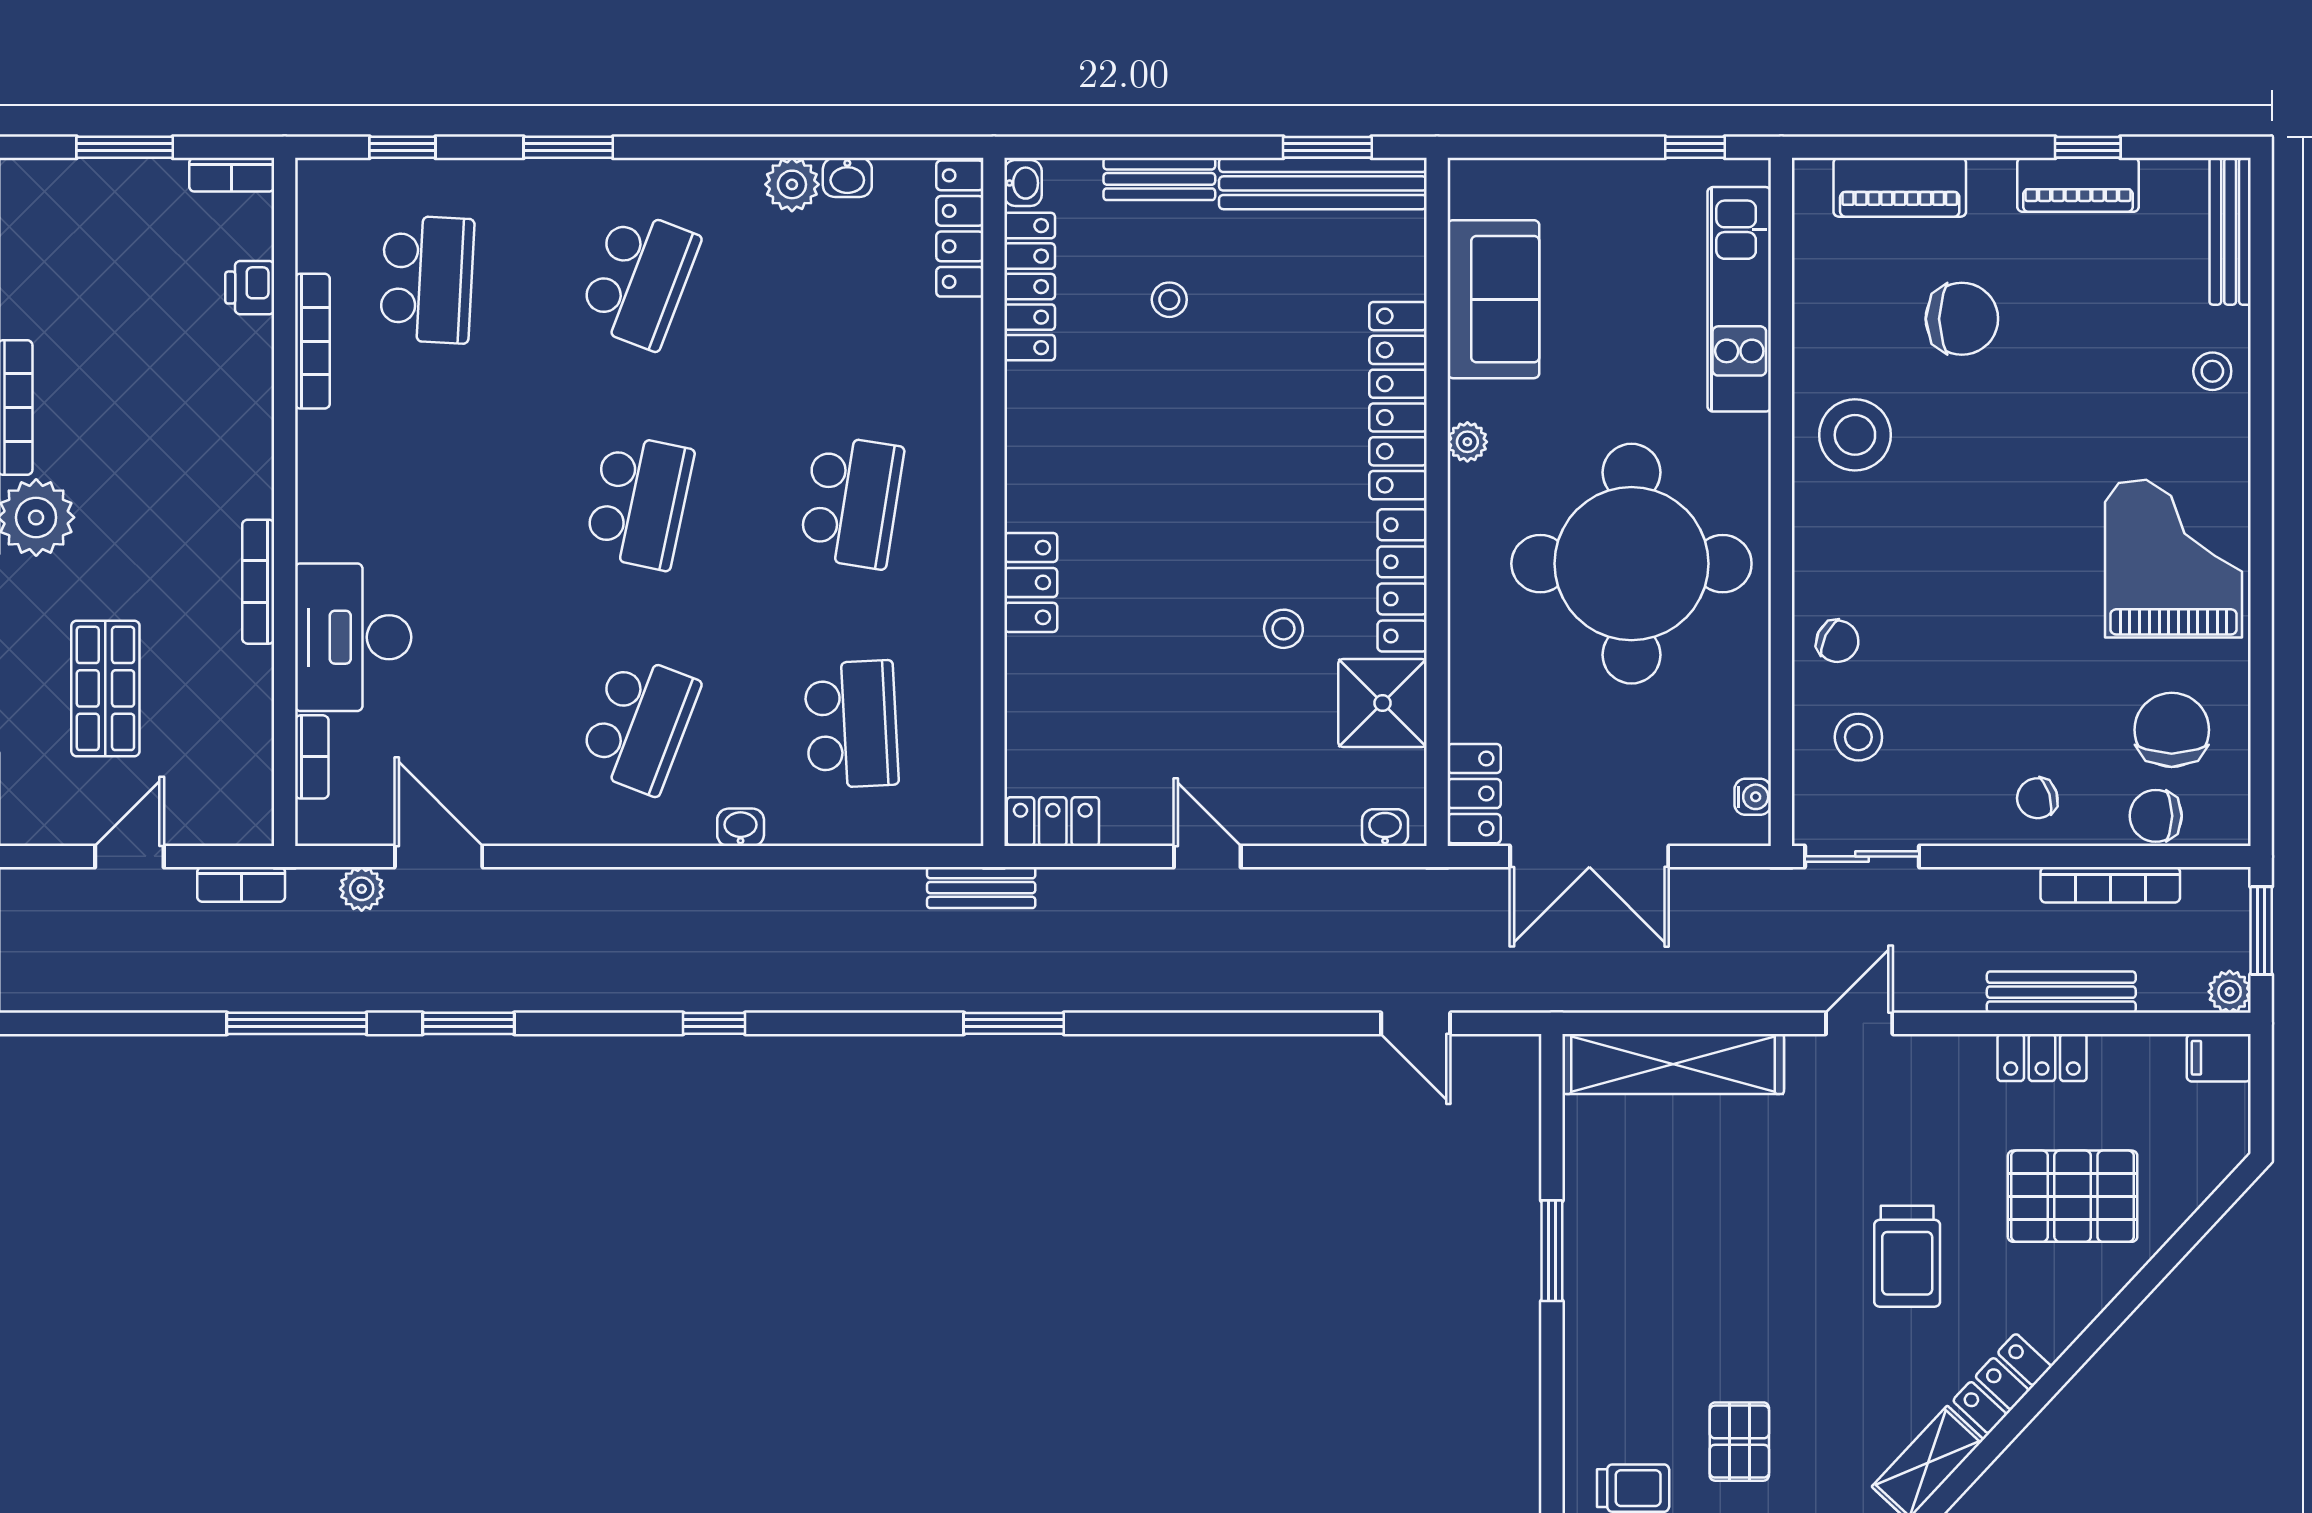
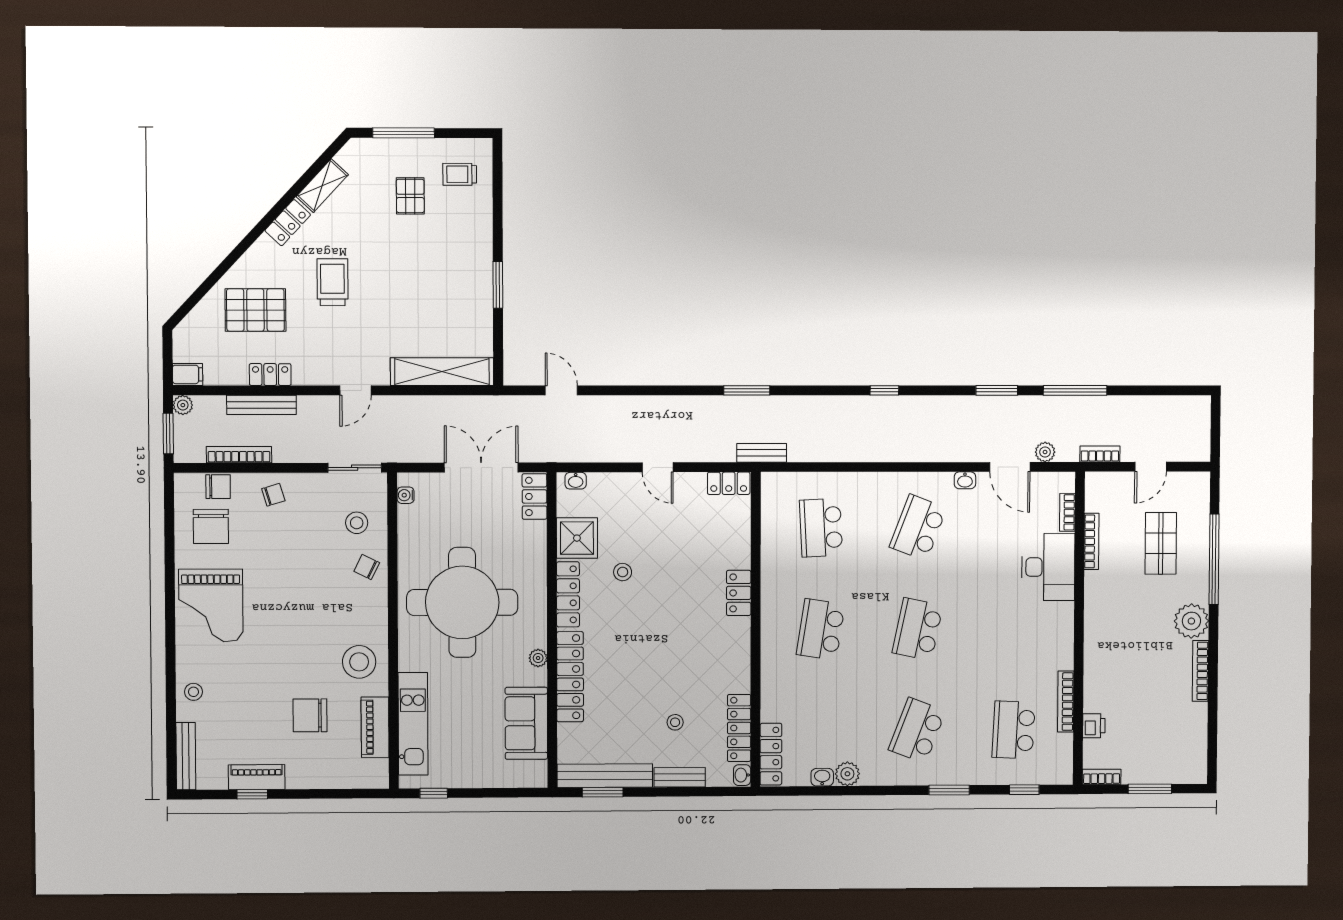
piano: (1900, 187) -> (375, 727), moved, turned -90
bookcase: (258, 582) -> (1091, 541), moved
washbasin: (741, 827) -> (965, 480), moved

